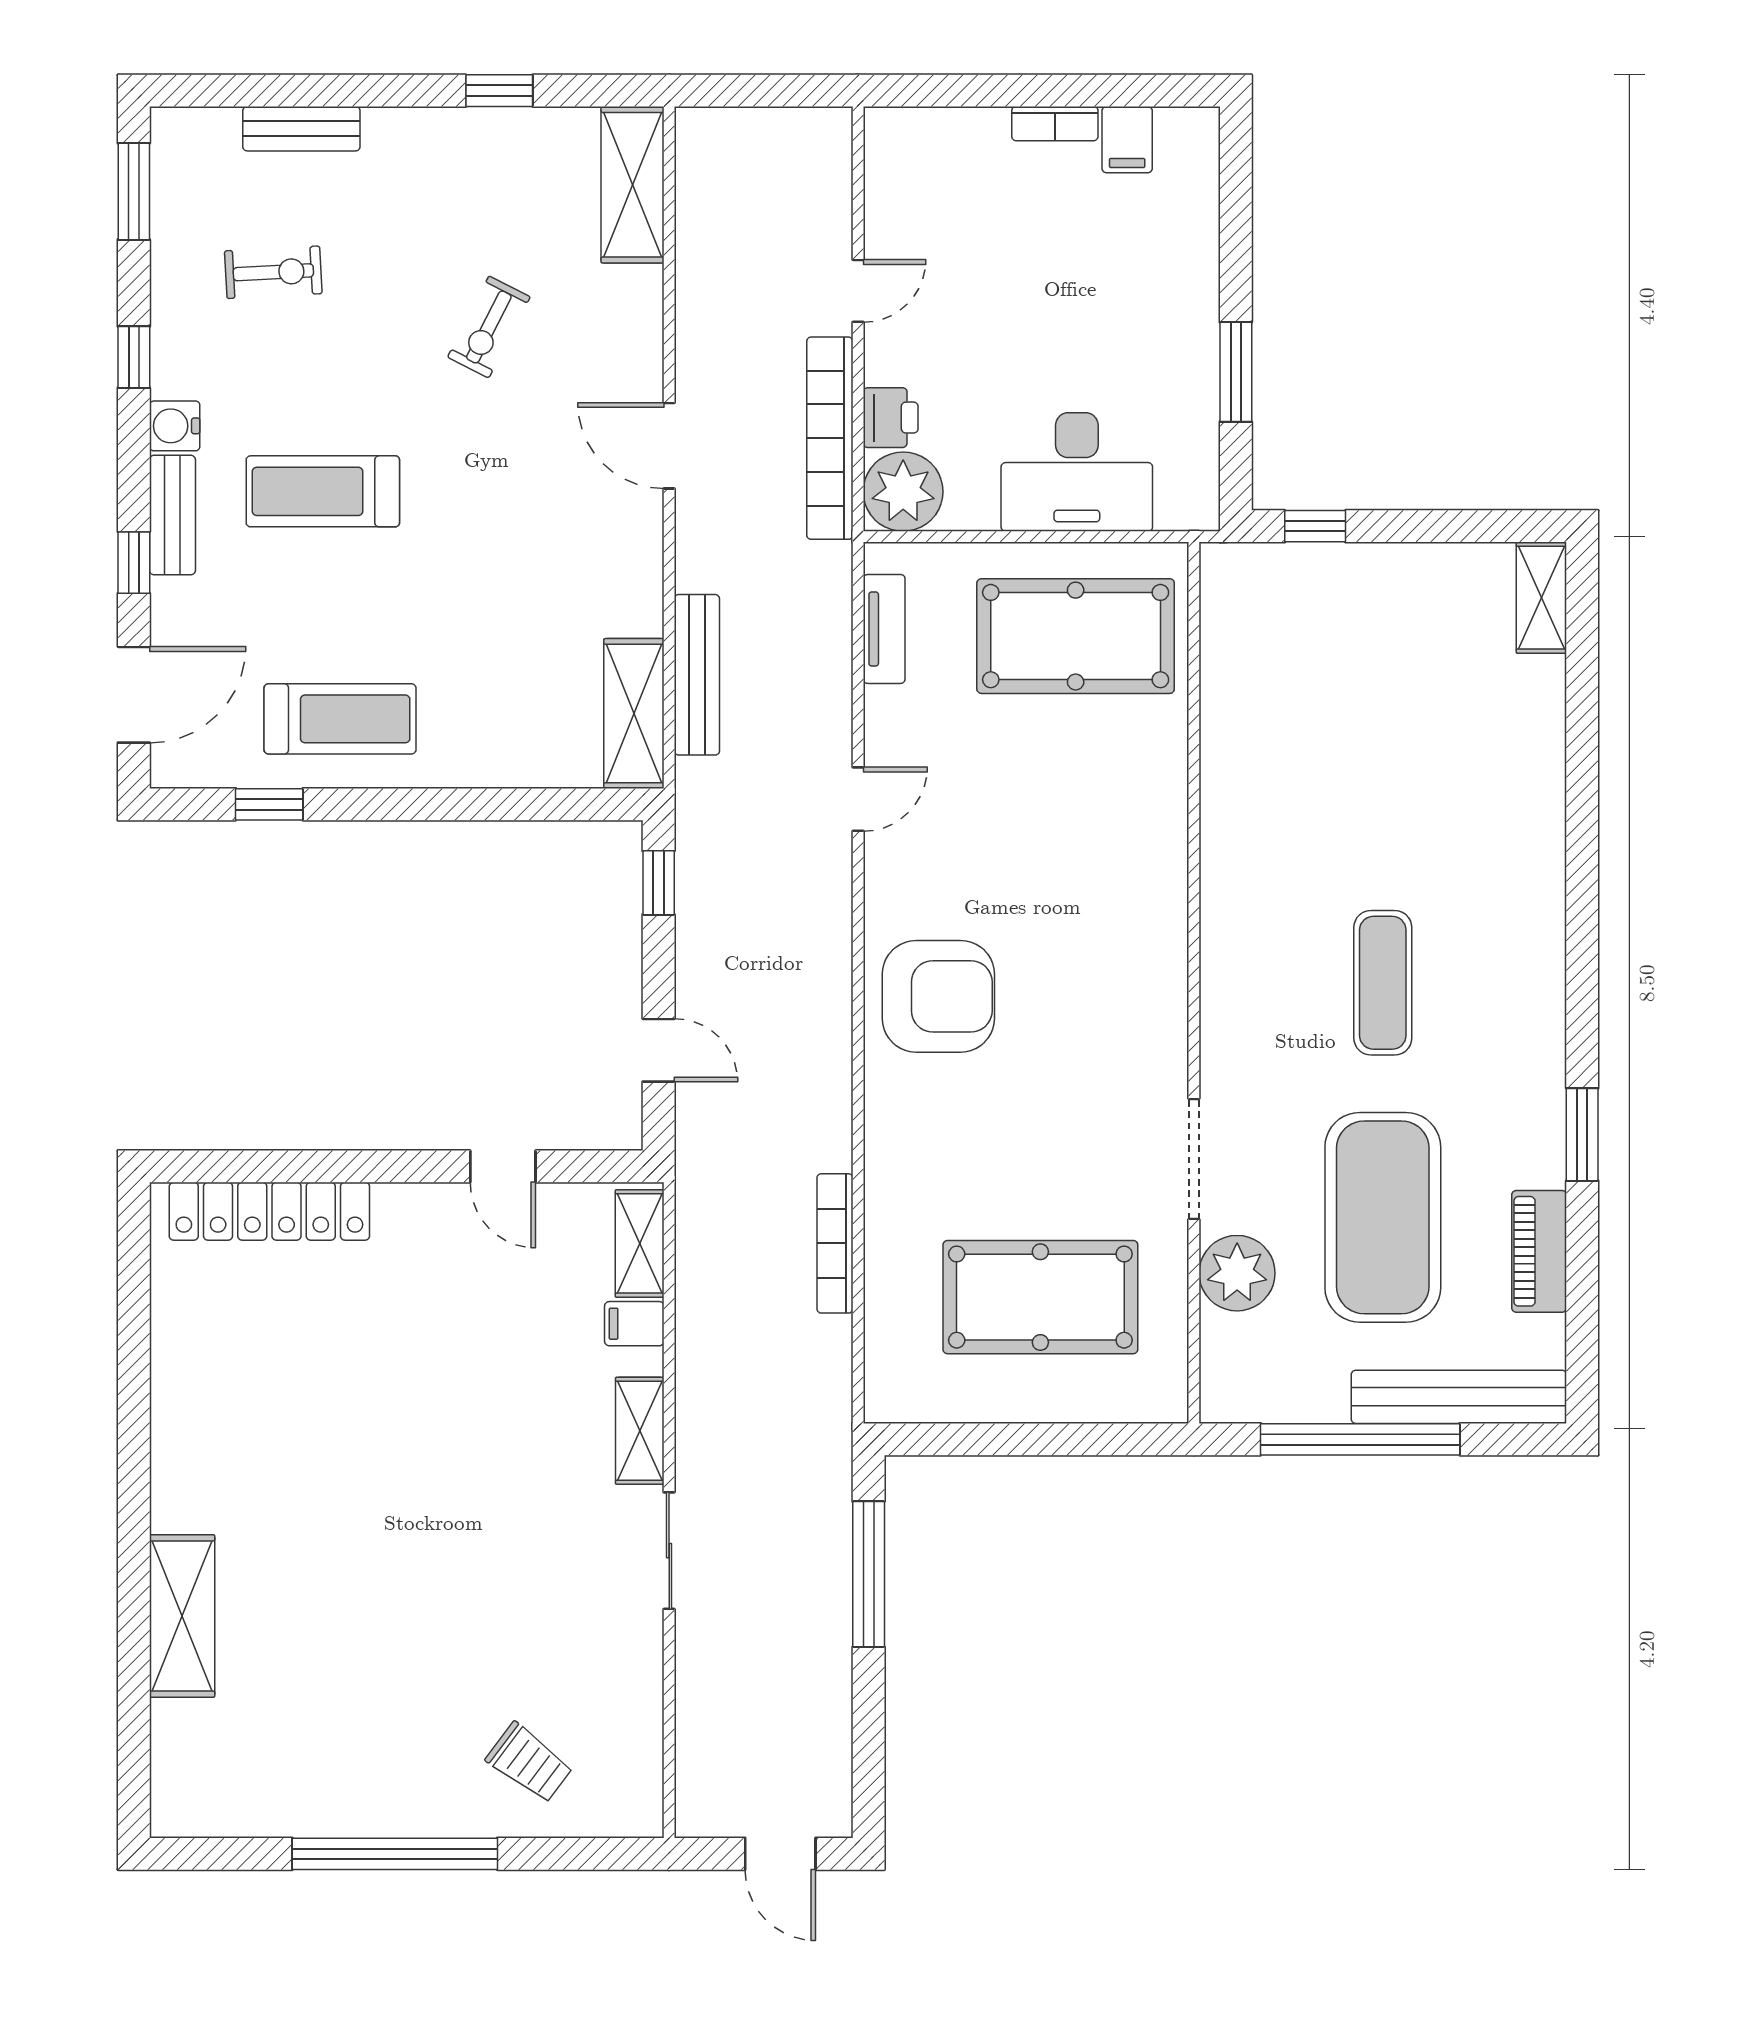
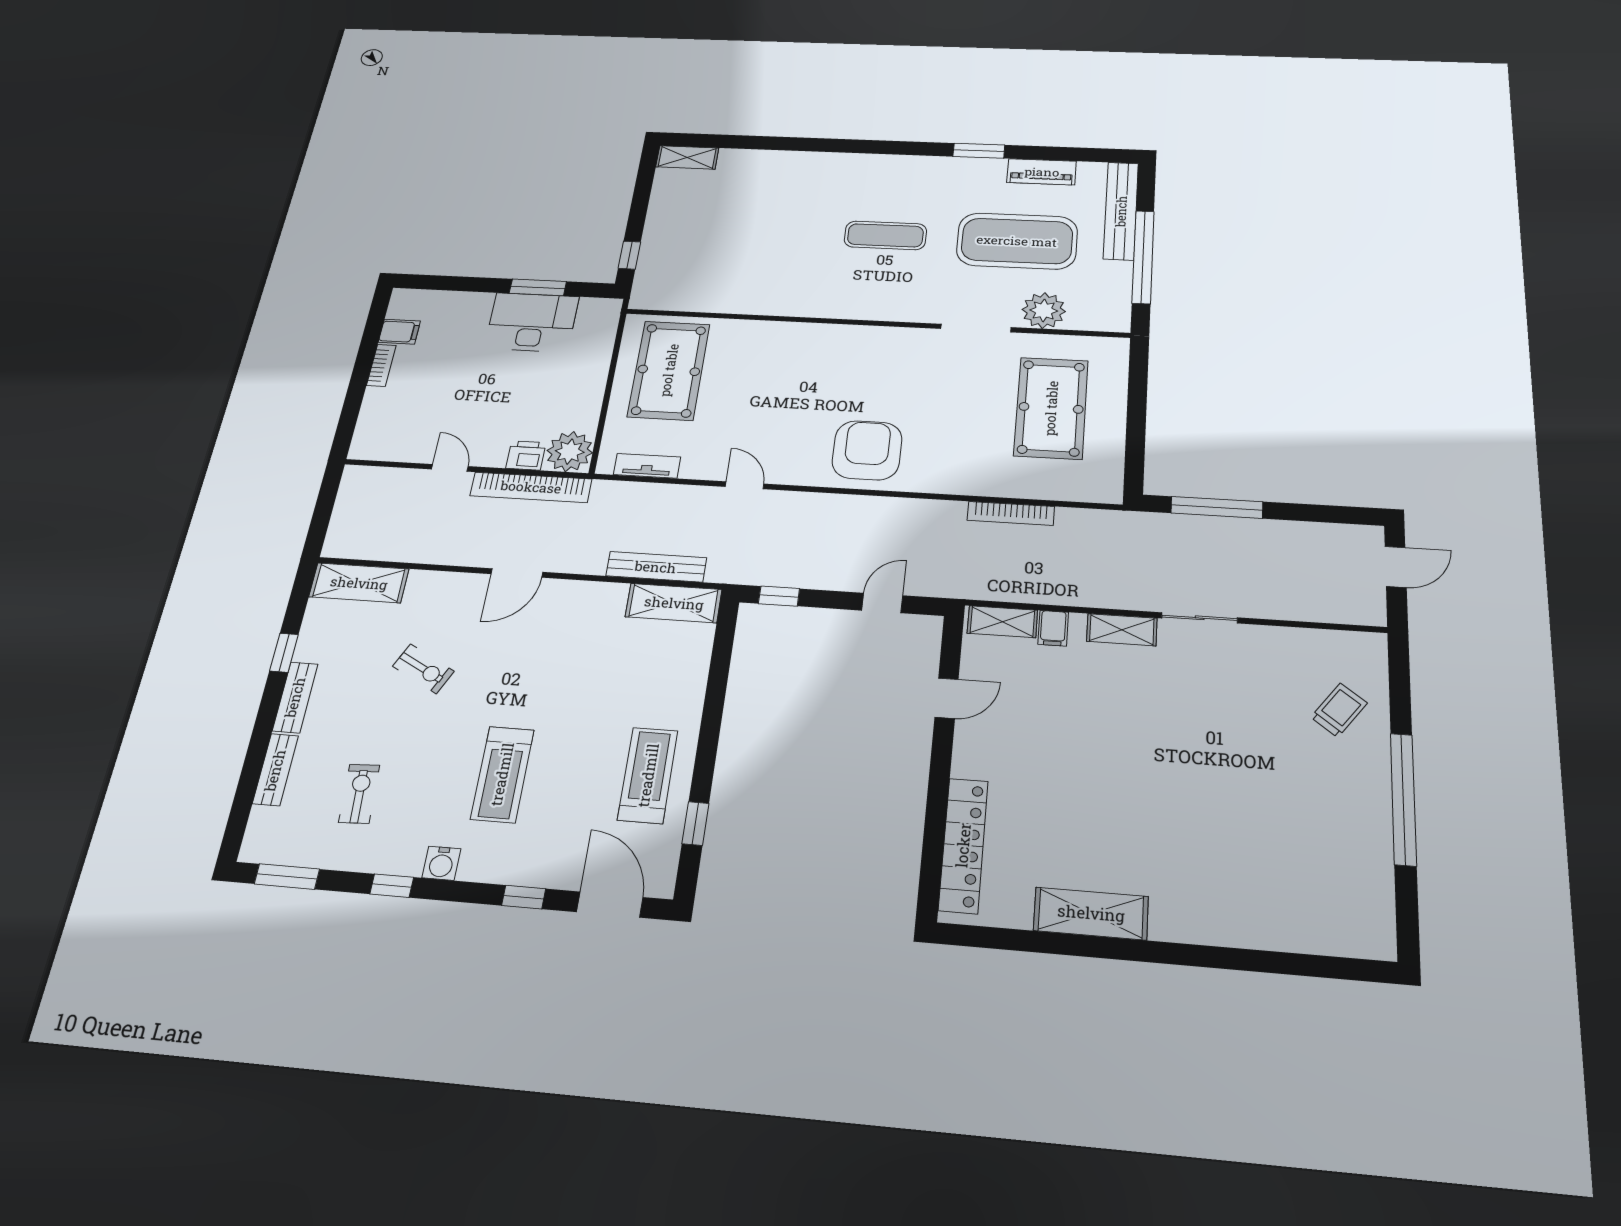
desk: (1077, 472) -> (532, 322), moved, turned -90
bench: (172, 515) -> (295, 697), moved, turned 90
shelving: (182, 1616) -> (1091, 913), moved

